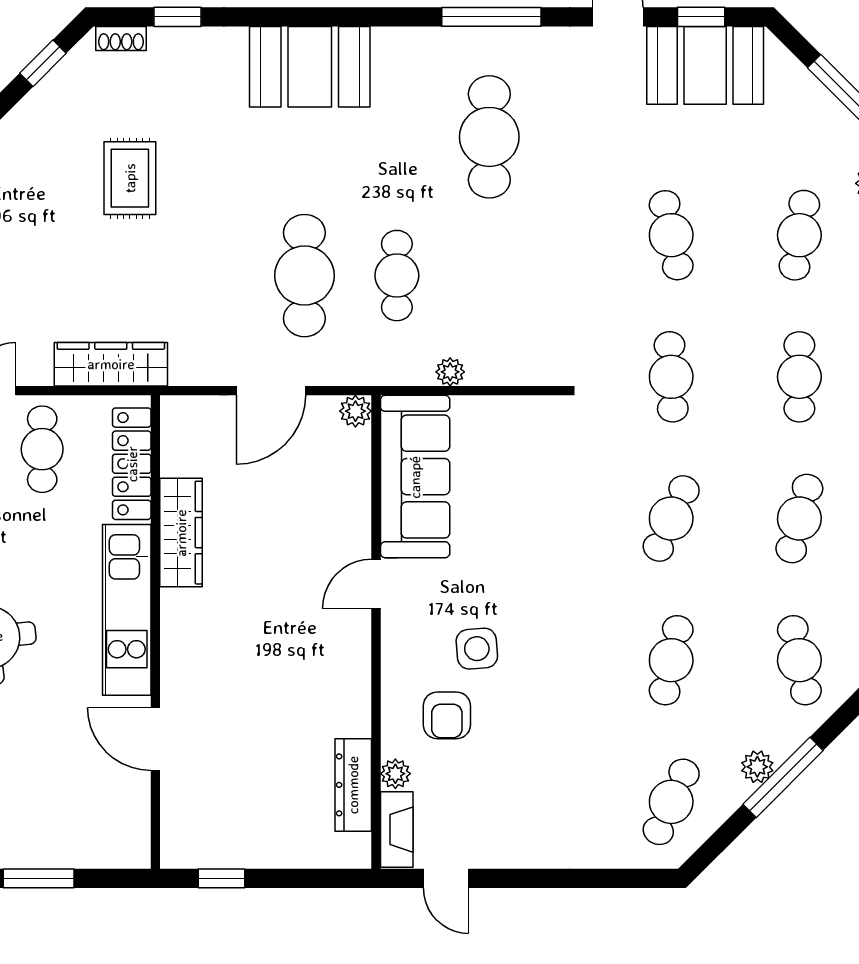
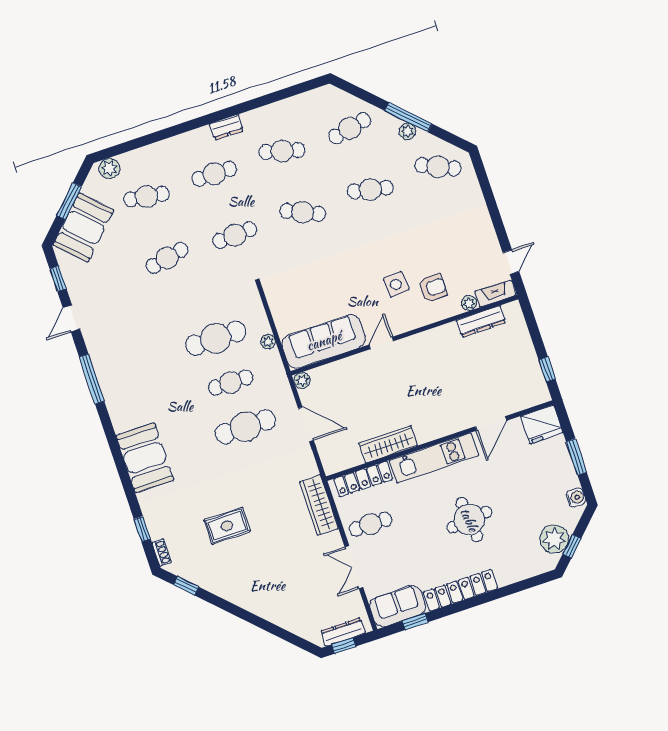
booth: (705, 65) -> (83, 227), moved, turned 45
cafe table: (489, 137) -> (216, 338), moved
door: (376, 584) -> (381, 343), swing flipped
fridge: (121, 834) -> (542, 424), added

